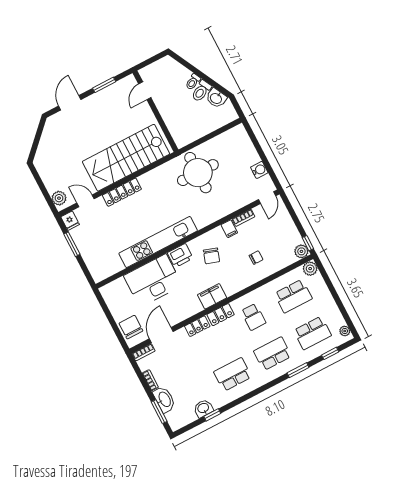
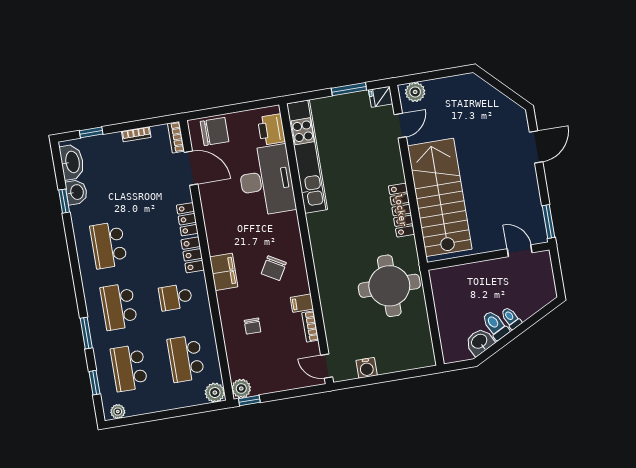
window: (104, 85) -> (549, 221), moved
door: (70, 103) -> (536, 147), hinge flipped
locker: (122, 192) -> (401, 210), moved
kitchen unit: (158, 242) -> (307, 157), moved
printer: (180, 256) -> (271, 130), moved
chair: (212, 256) -> (274, 268), turned -78
filing cabinet: (212, 296) -> (224, 272), moved
school desk: (273, 354) -> (119, 307), turned 180
school desk: (233, 374) -> (109, 245), turned 180
washbasin: (164, 399) -> (72, 162), moved, turned -90
window: (159, 412) -> (91, 132), width x0.67

